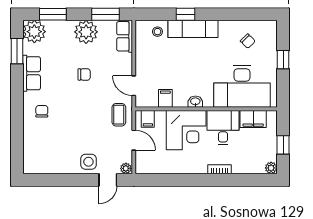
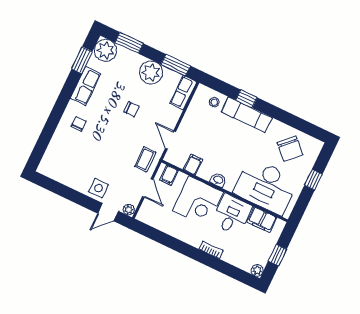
chair: (248, 41) -> (290, 149), width x1.87, depth x1.87

